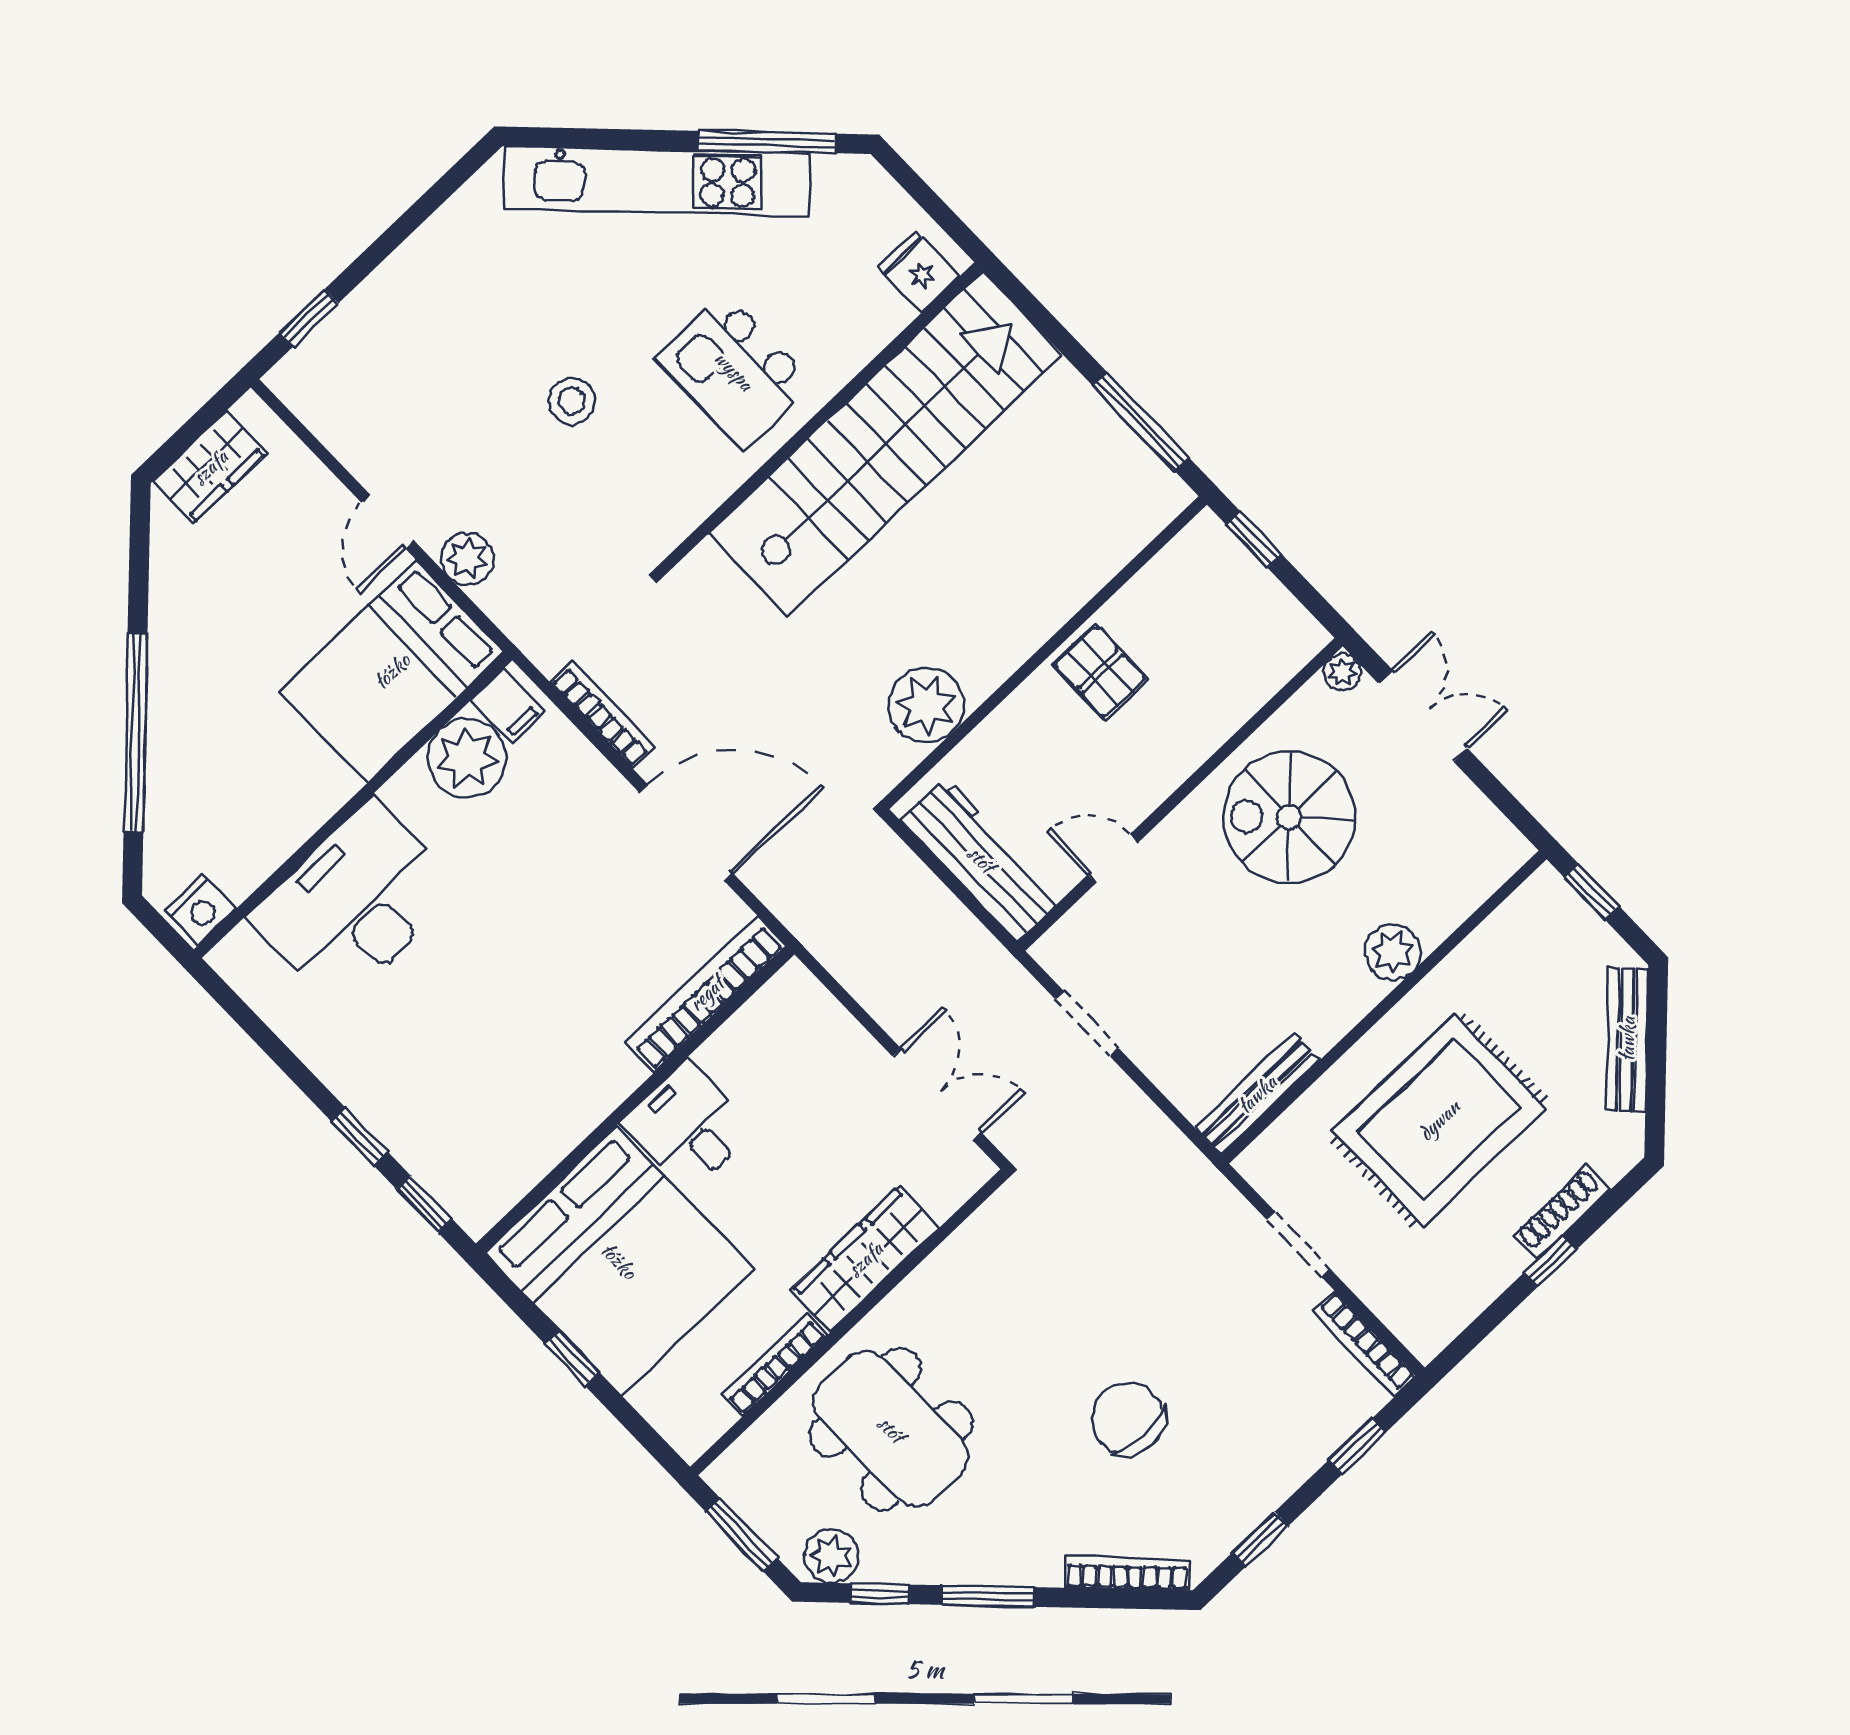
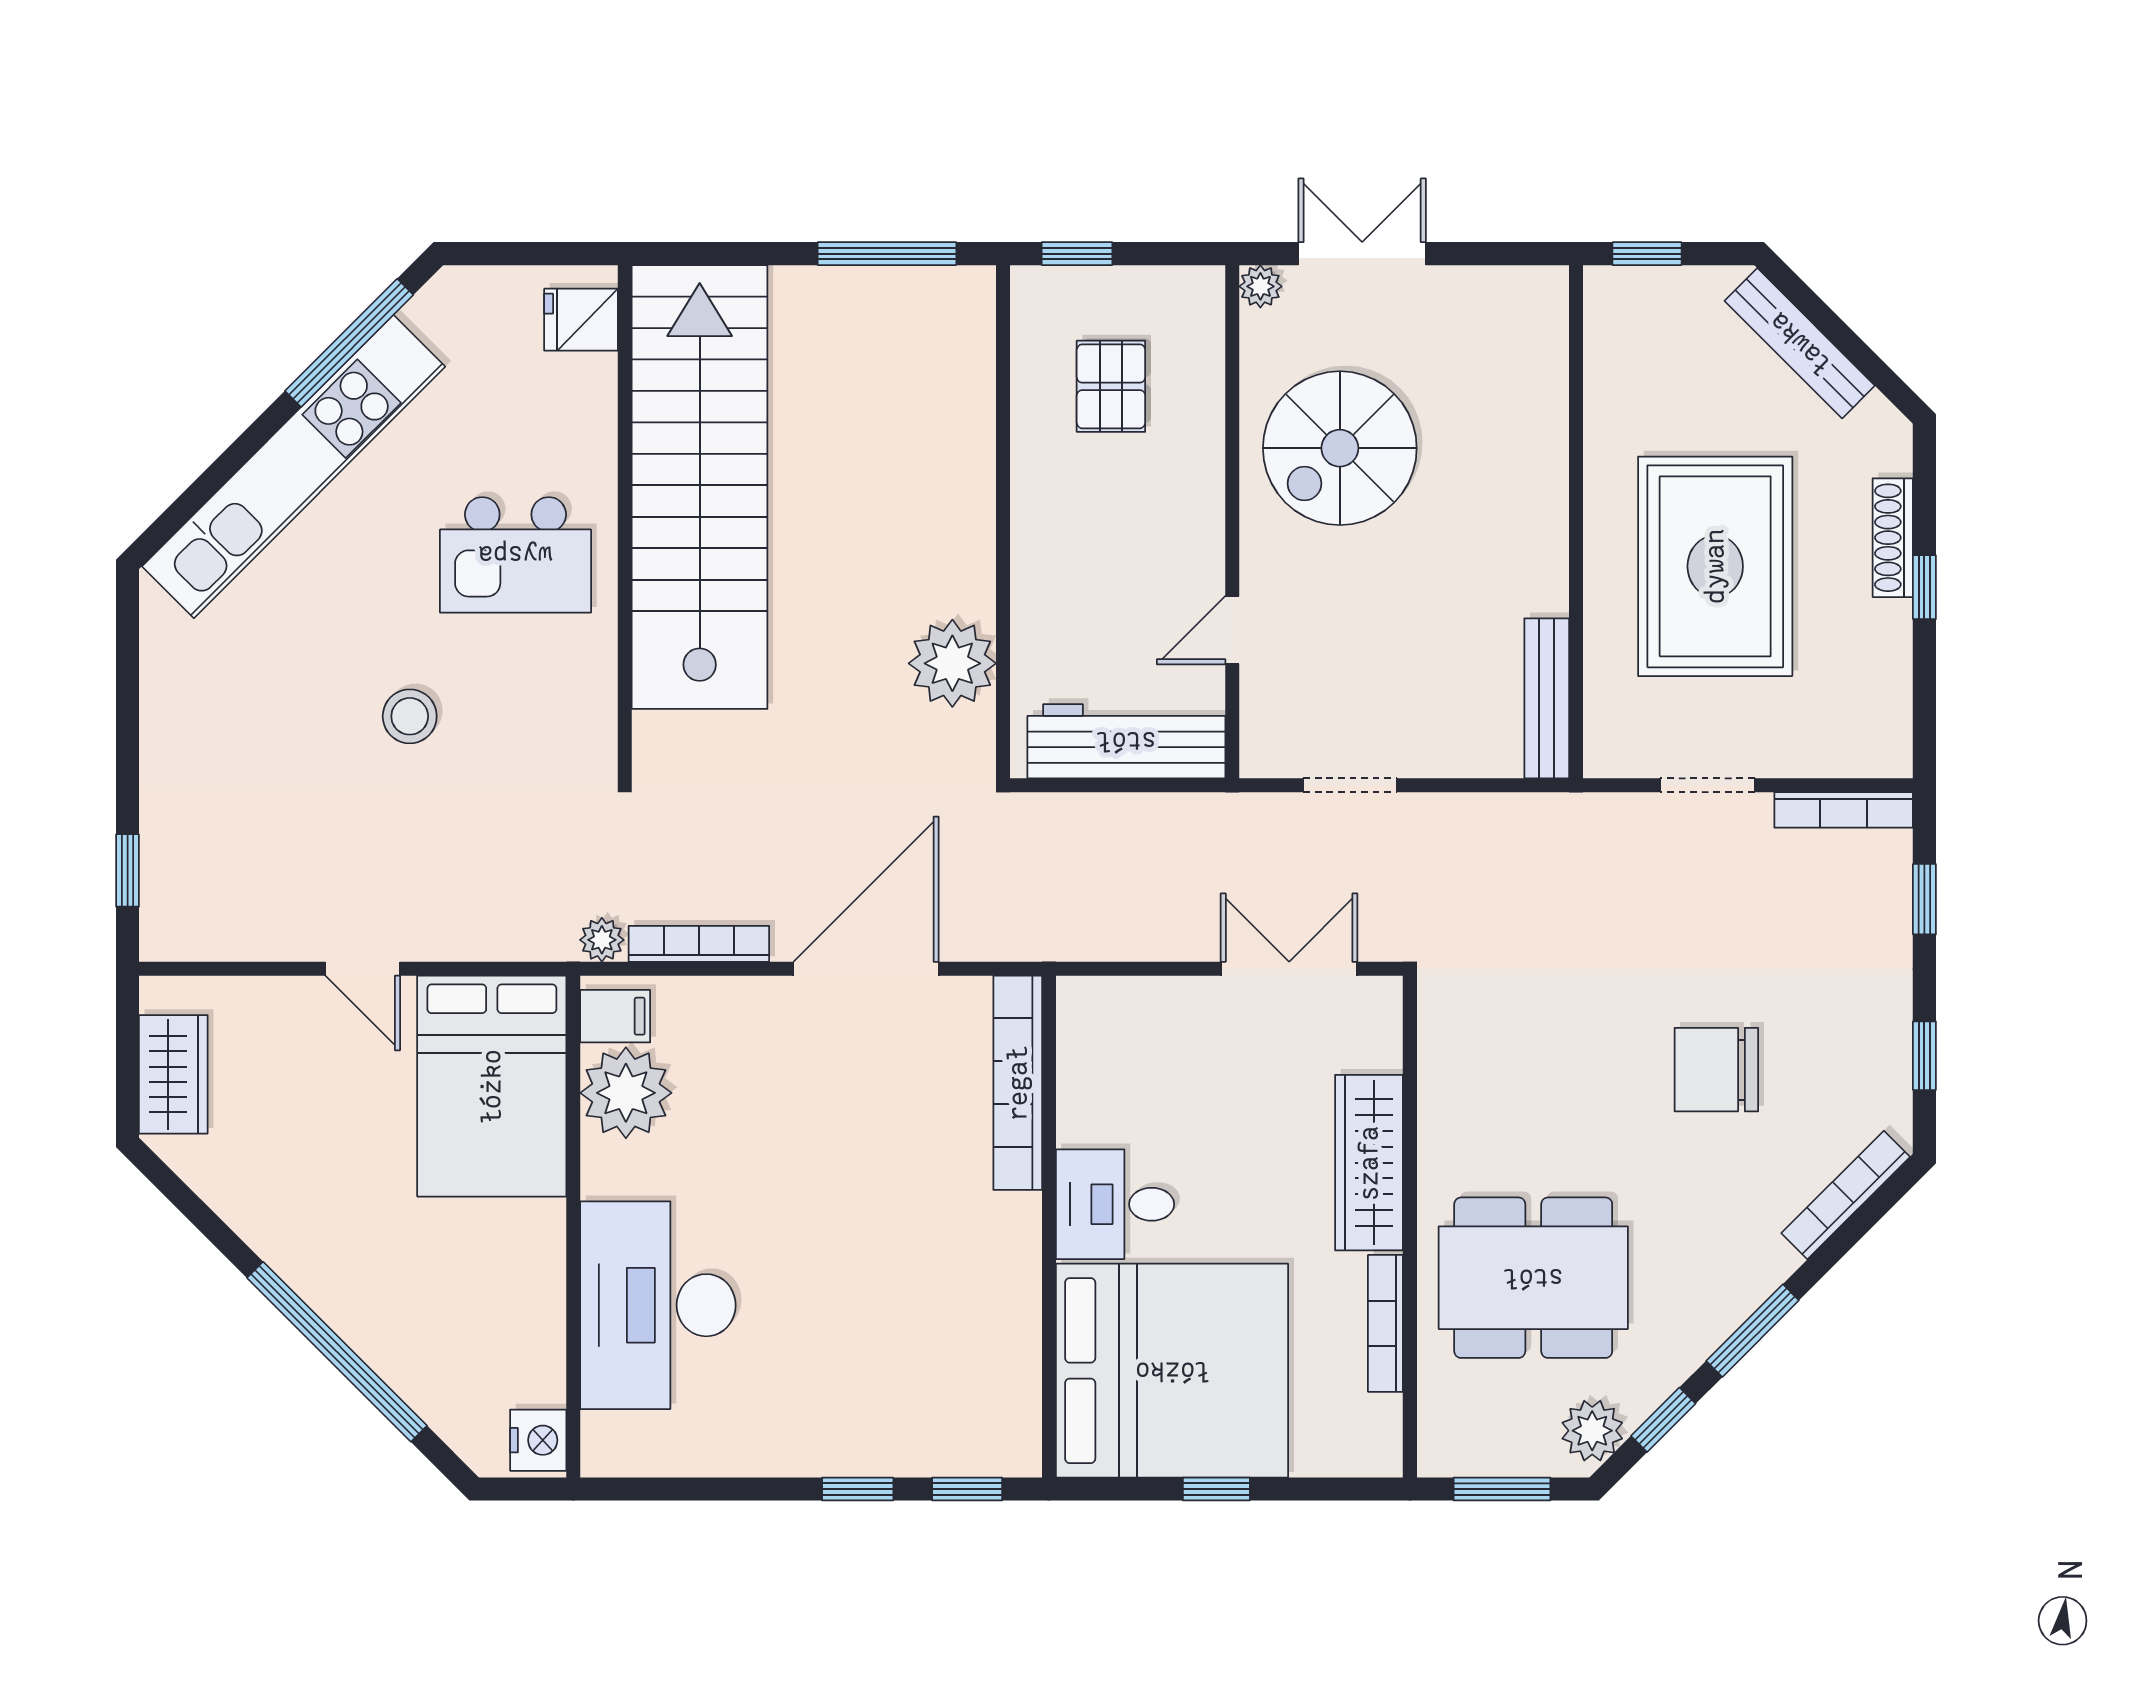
plant: (467, 559) -> (602, 940), moved, width x0.73, depth x0.73
pallet: (1100, 672) -> (1111, 386), moved, turned 90
plant: (1393, 952) -> (1537, 470), removed

